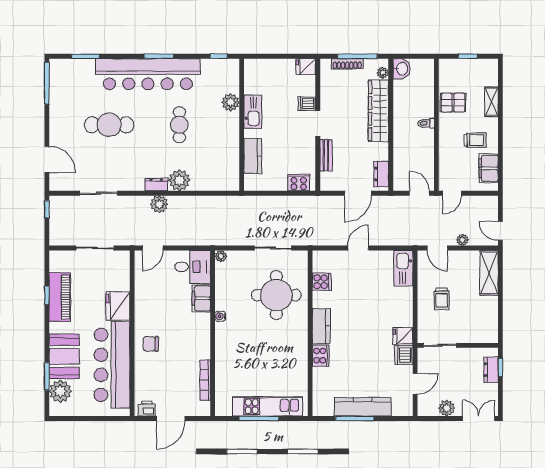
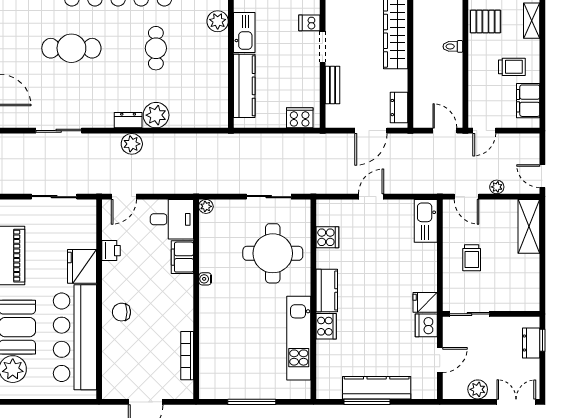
kitchen counter: (253, 156) -> (244, 86), width x1.50
kitchen unit: (268, 406) -> (299, 338), moved, turned -90
printer: (147, 409) -> (111, 251), moved, turned 90

